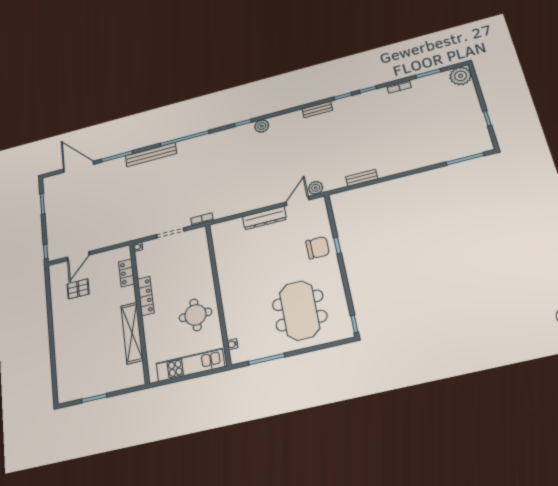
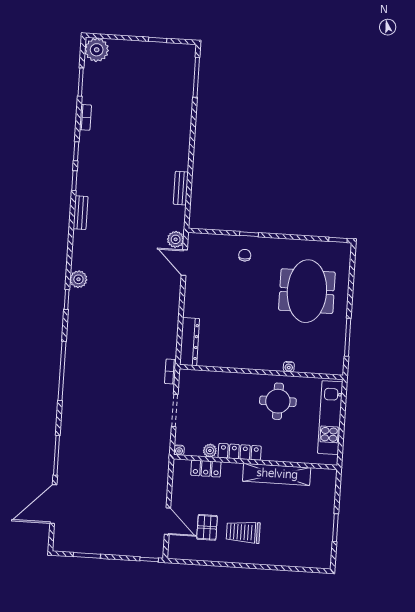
bench: (151, 155) -> (69, 414), removed
dresser: (264, 218) -> (190, 342), moved
chair: (318, 248) -> (245, 255), width x0.54, depth x0.54
plant: (142, 271) -> (210, 451), added
meeting table: (300, 310) -> (307, 291), turned 90
trolley: (79, 320) -> (243, 532), added
water cooler: (232, 344) -> (289, 367), moved

